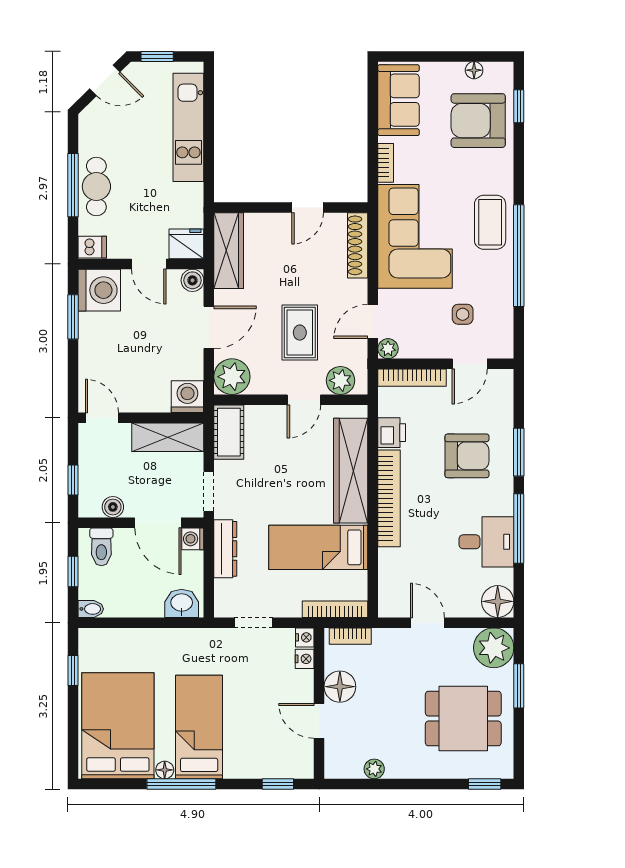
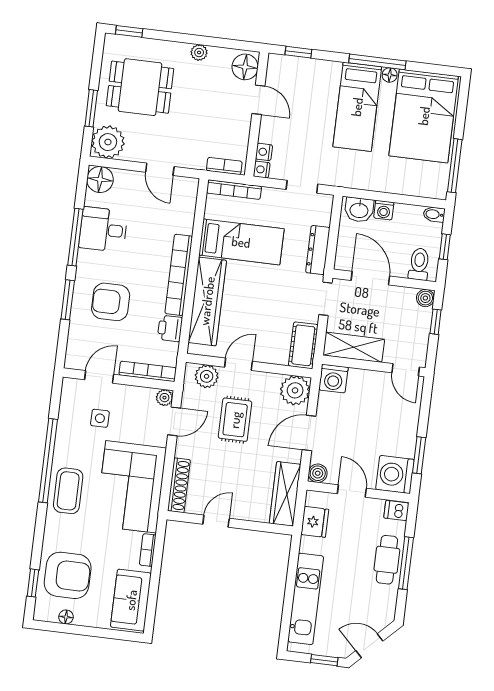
fridge: (186, 244) -> (315, 522), moved, turned -90
boiler: (113, 507) -> (425, 298), moved
washing machine: (193, 539) -> (384, 210), moved, turned 90
window: (73, 671) -> (455, 166), width x2.17
floor lamp: (340, 687) -> (245, 67), moved
plant: (374, 769) -> (199, 53), moved

